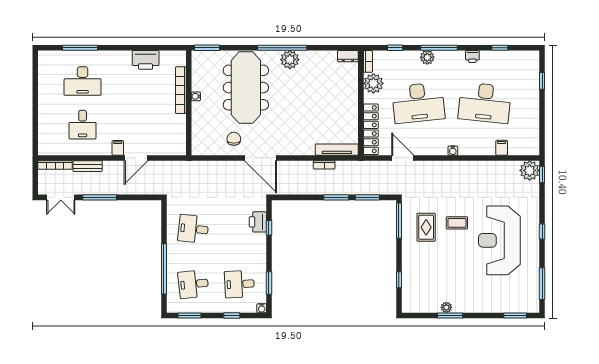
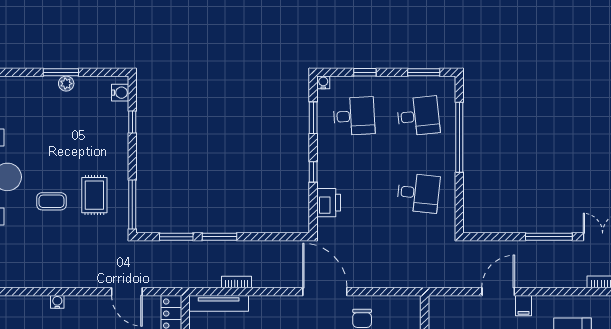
bench: (88, 166) -> (565, 280), removed
window: (269, 228) -> (313, 172), moved
water cooler: (408, 301) -> (120, 93), added

